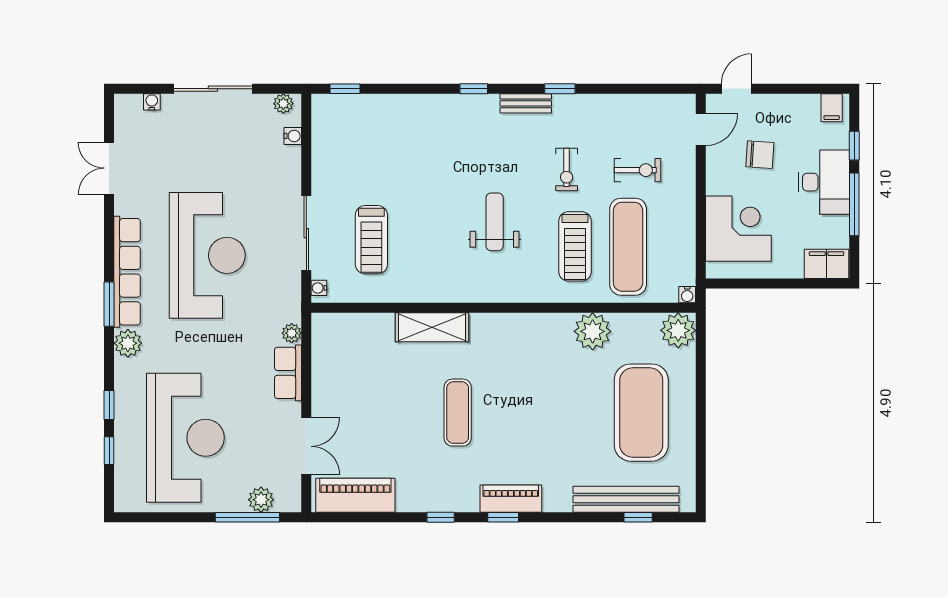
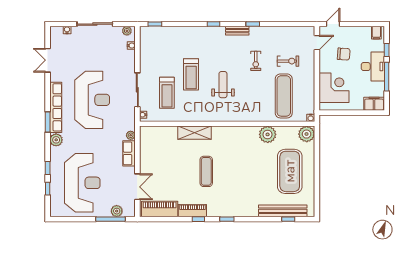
treadmill: (575, 246) -> (191, 74), moved
piano: (511, 499) -> (192, 211), moved

